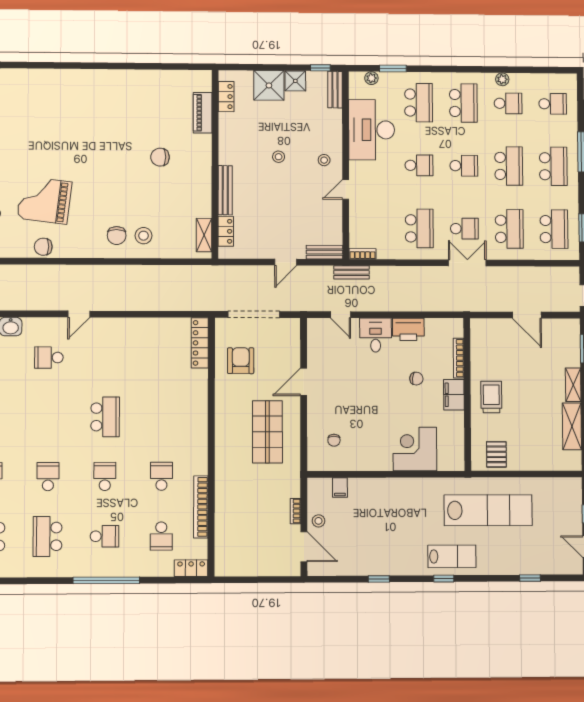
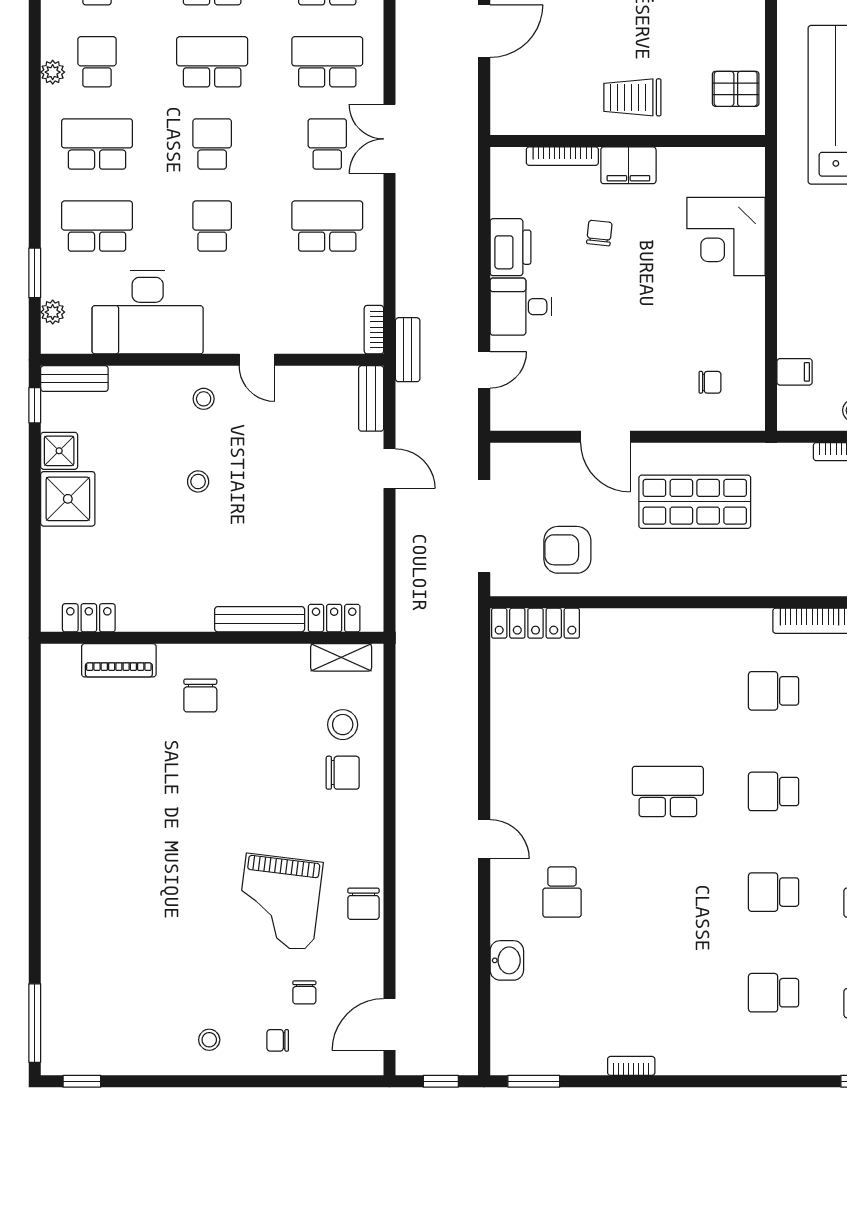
locker: (226, 97) -> (89, 618), moved
piano: (203, 113) -> (119, 660), moved
wall: (215, 164) -> (212, 638), moved
bench: (225, 190) -> (260, 619), moved
locker: (226, 231) -> (334, 618), moved
shelving: (204, 235) -> (341, 657), moved

